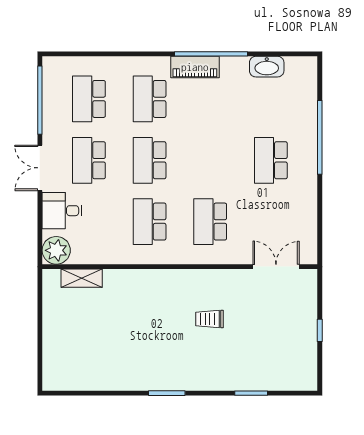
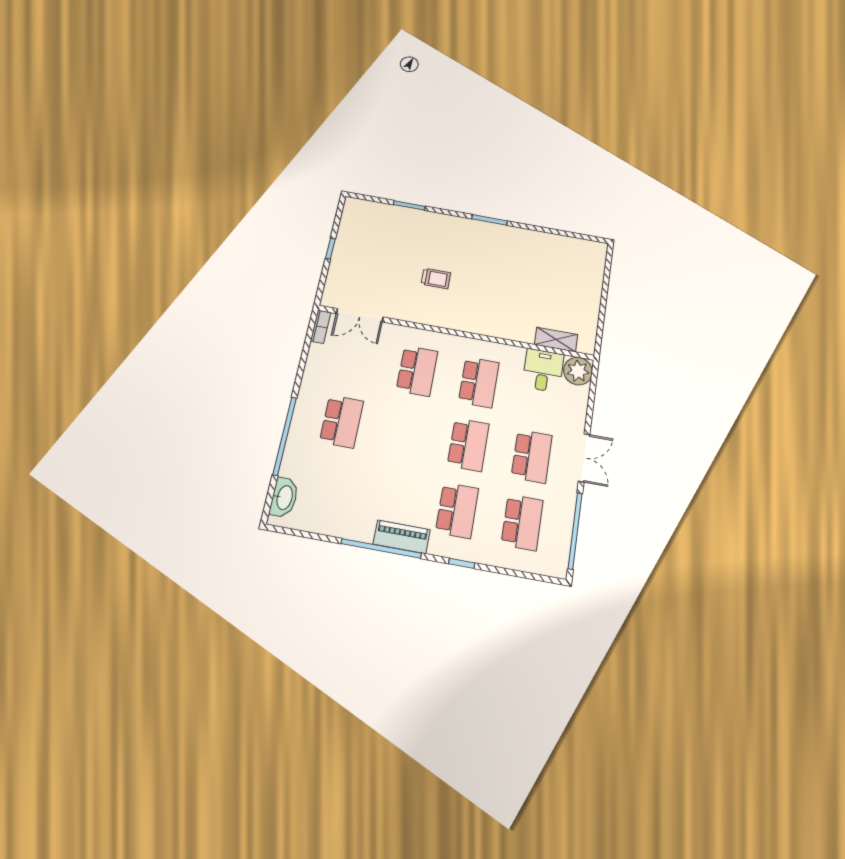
window: (137, 54) -> (462, 563), added
washbasin: (267, 67) -> (284, 497), moved, turned 90
desk: (62, 211) -> (543, 370), moved, turned -90
bookcase: (311, 248) -> (321, 327), added

